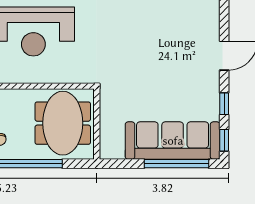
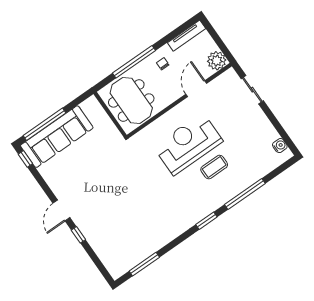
window: (224, 104) -> (78, 235), moved

